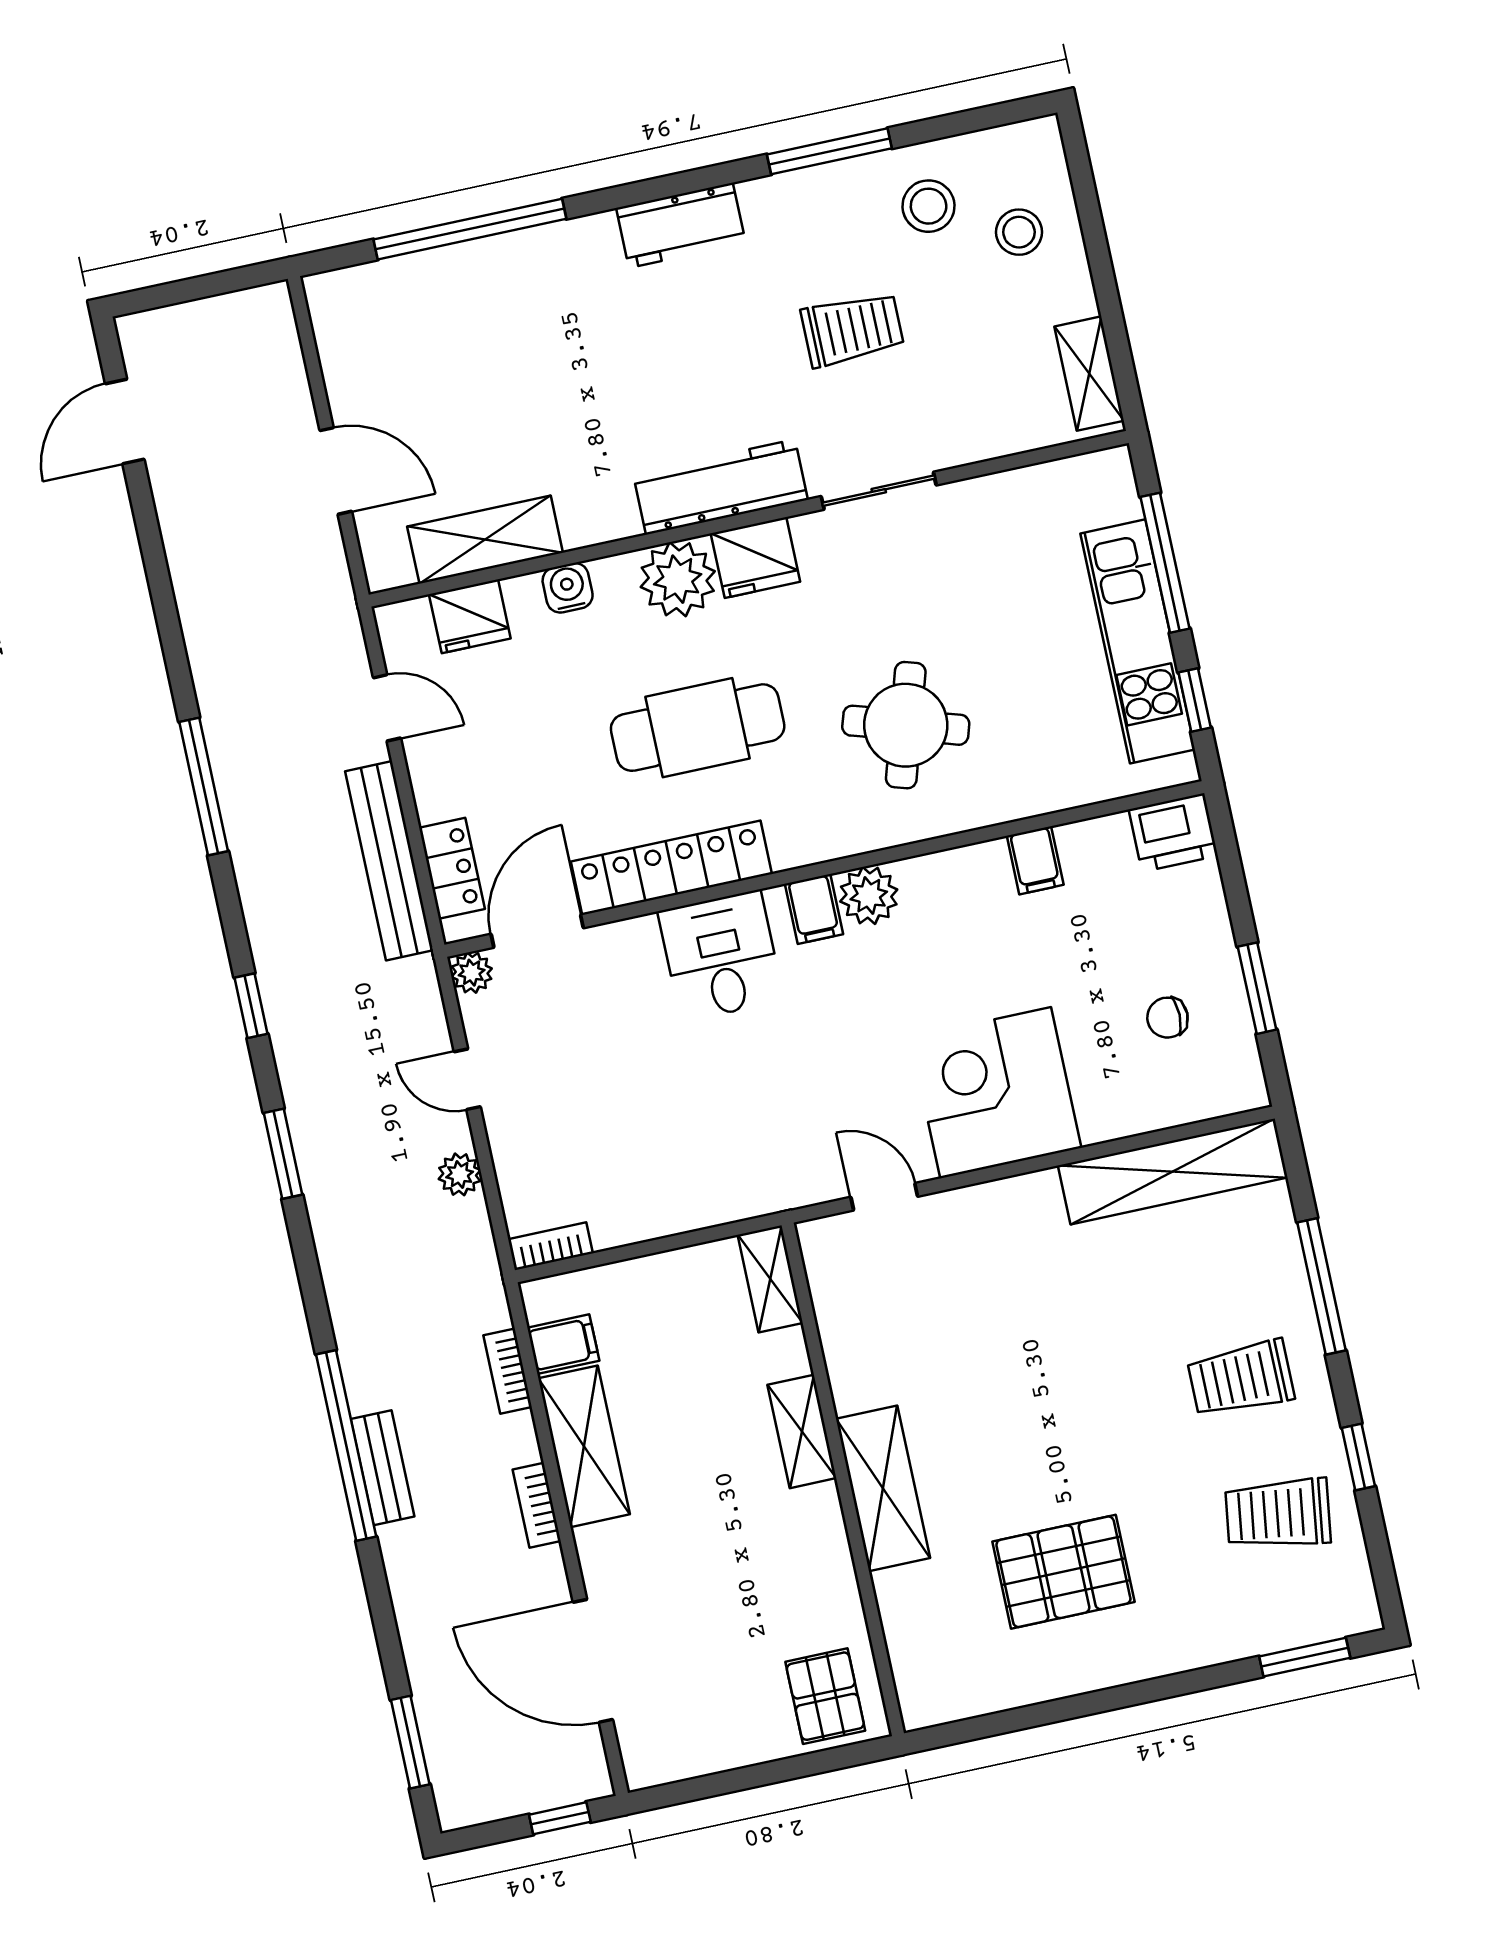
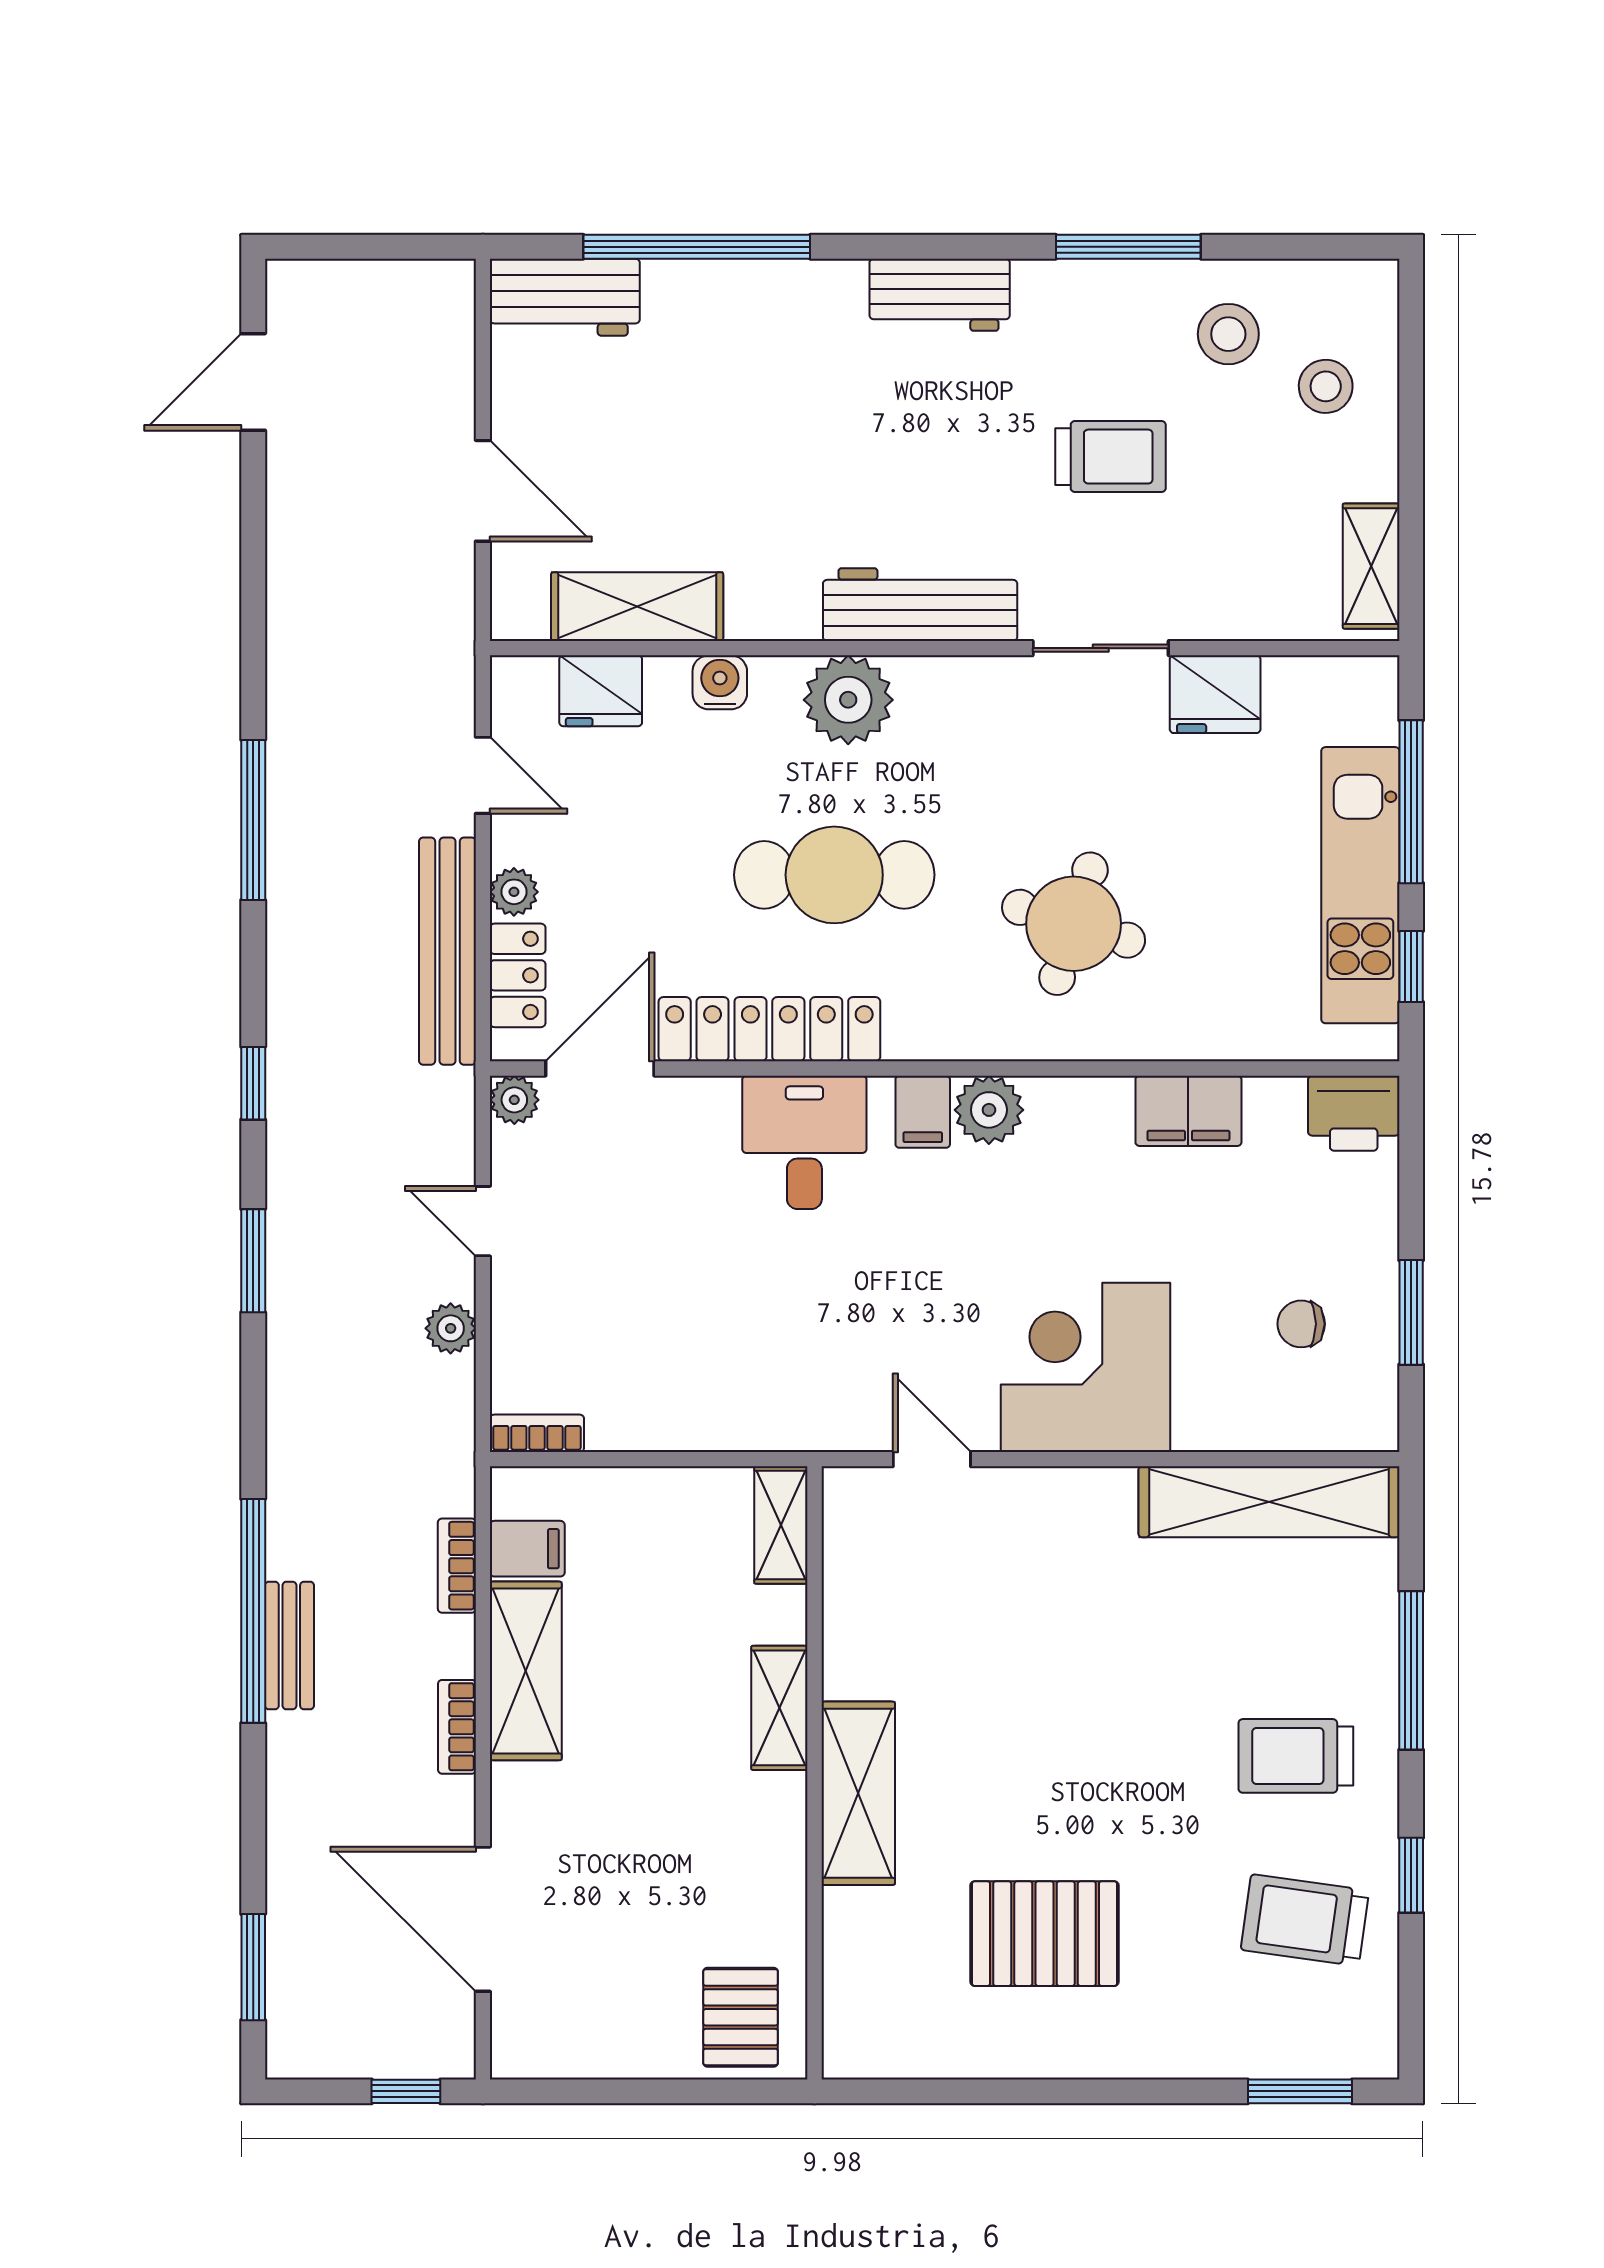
workbench: (369, 295) -> (565, 297), added
fridge: (755, 558) -> (1215, 694), moved
plant: (434, 799) -> (514, 892), added
filing cabinet: (1035, 860) -> (1188, 1111), width x2.00

